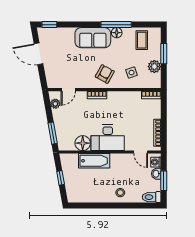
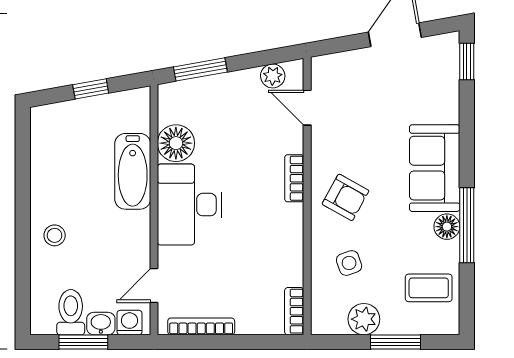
toilet: (152, 197) -> (71, 312), moved

